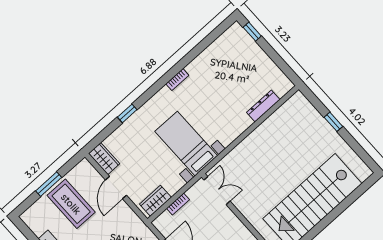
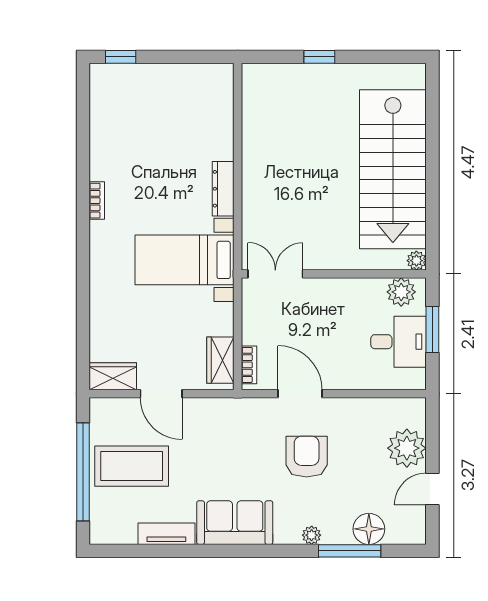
dresser: (263, 106) -> (223, 189), moved
window: (127, 113) -> (83, 299), removed
window: (49, 184) -> (83, 472), width x2.11
bookcase: (178, 204) -> (249, 365), moved

